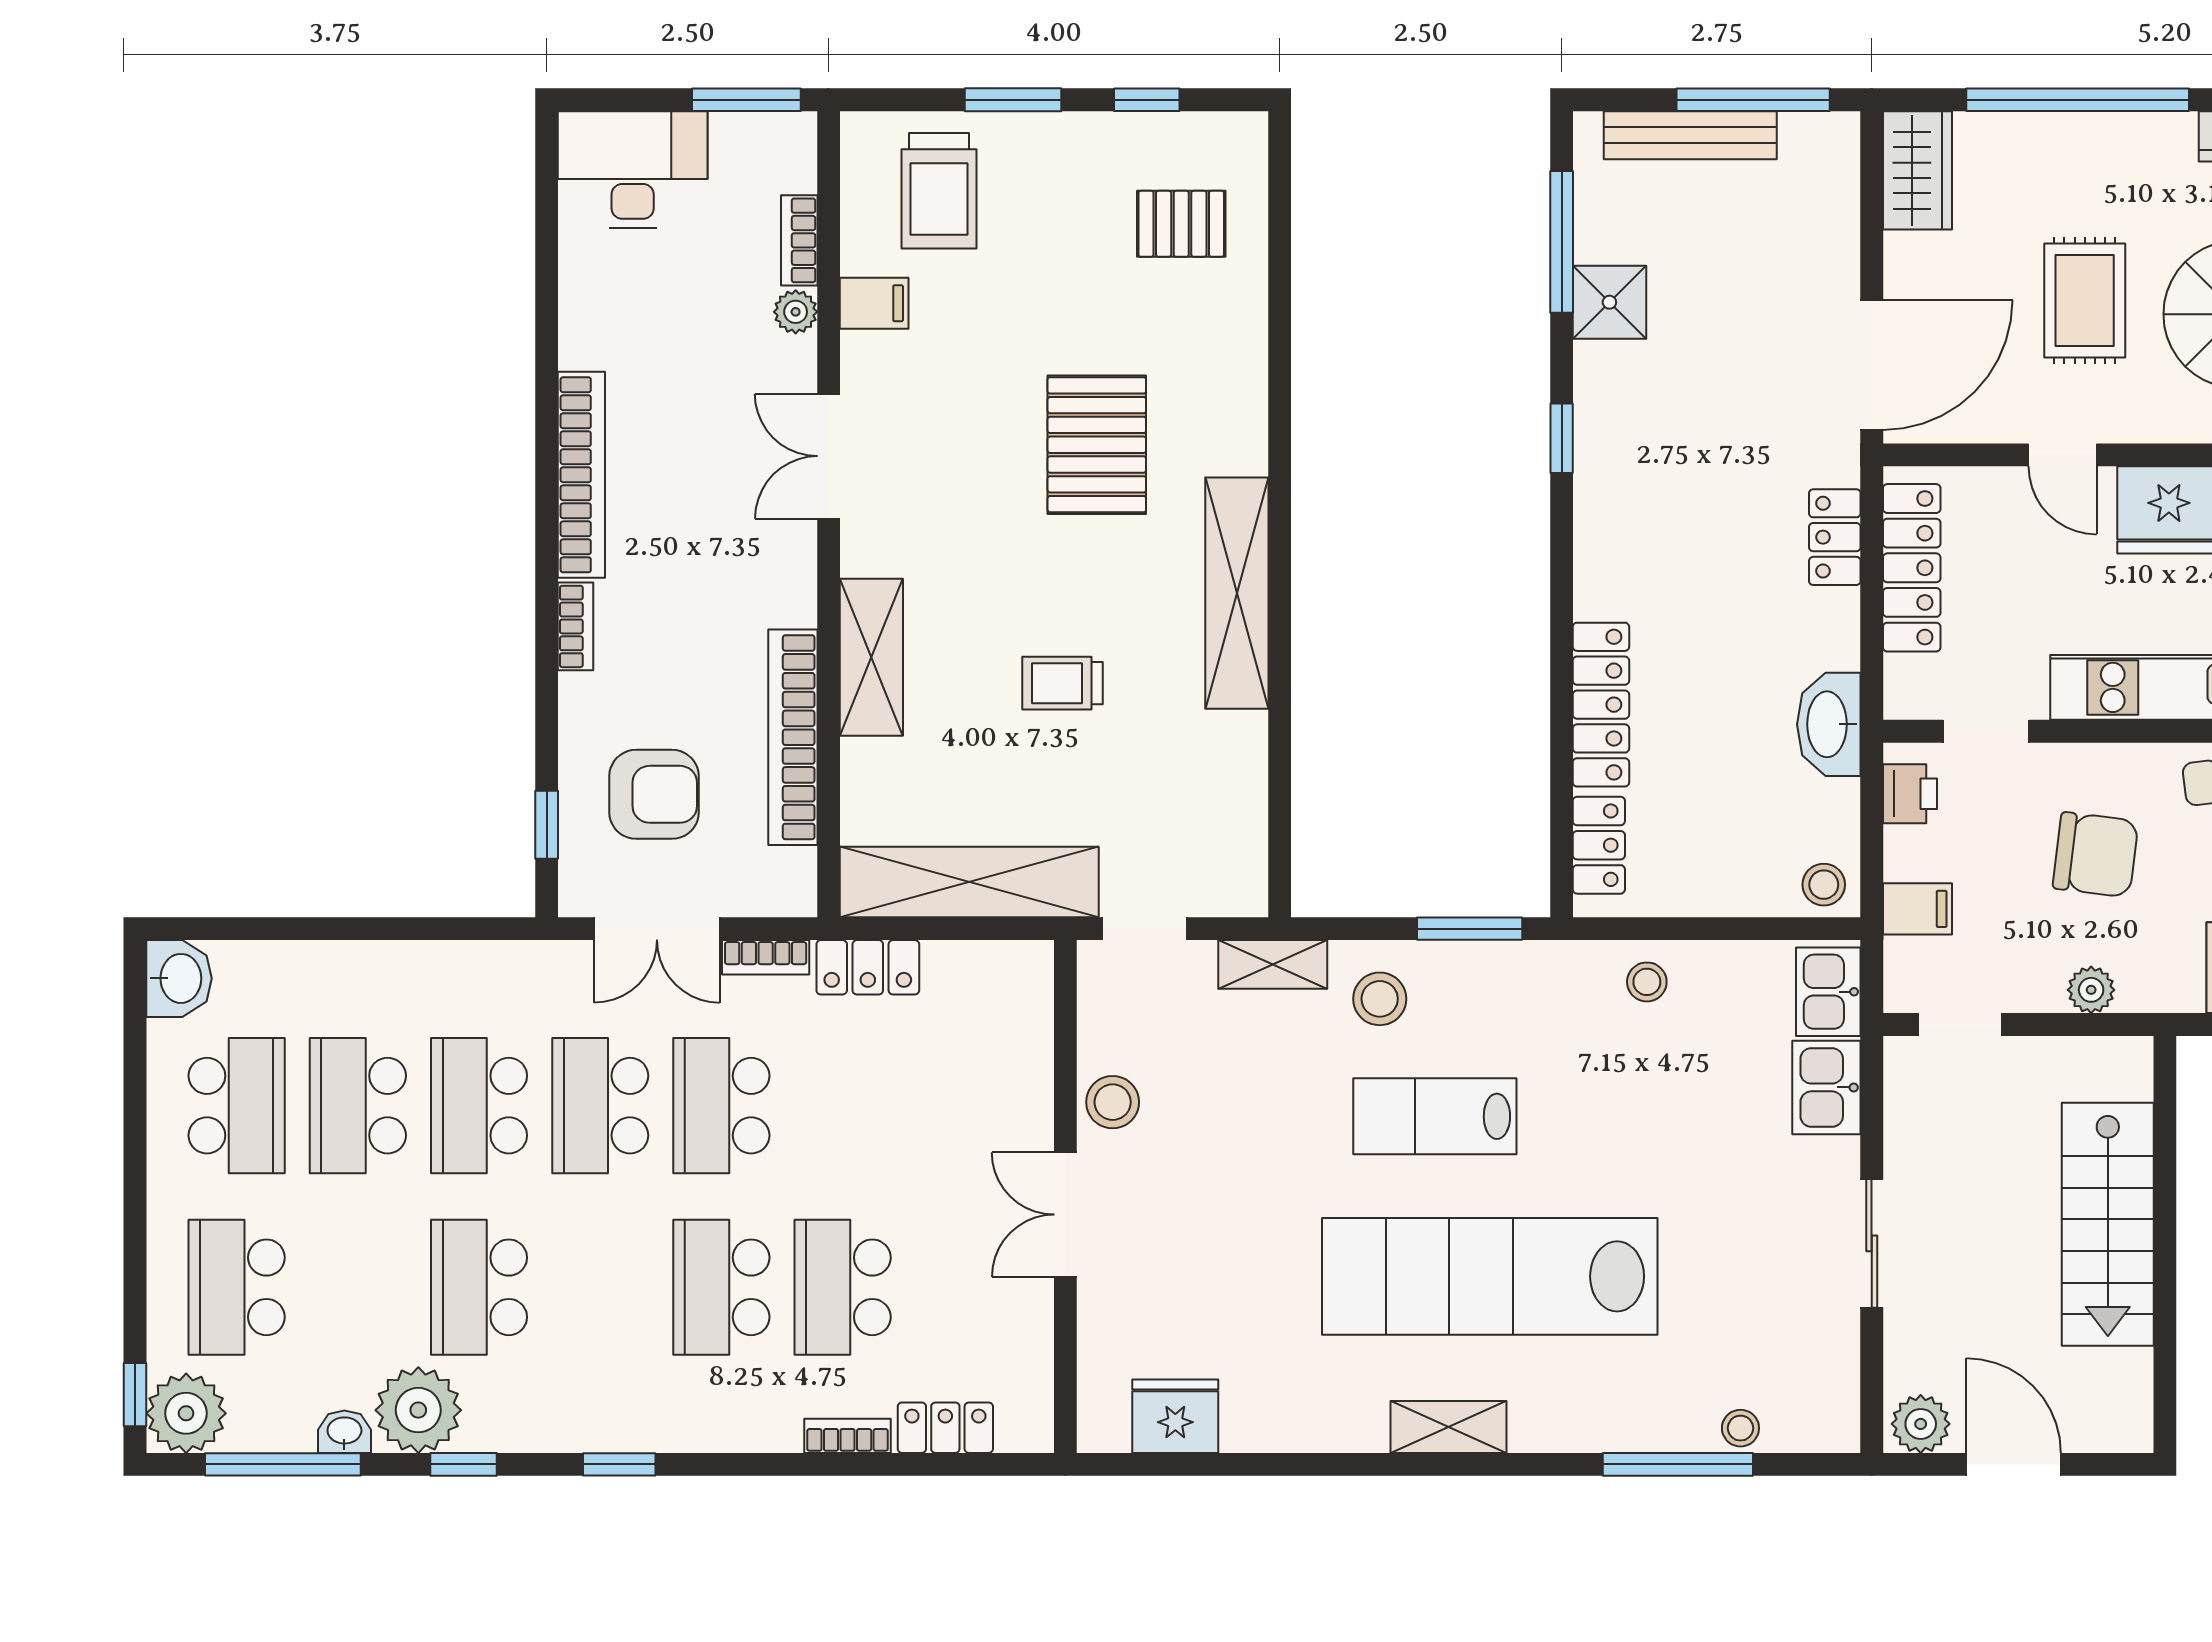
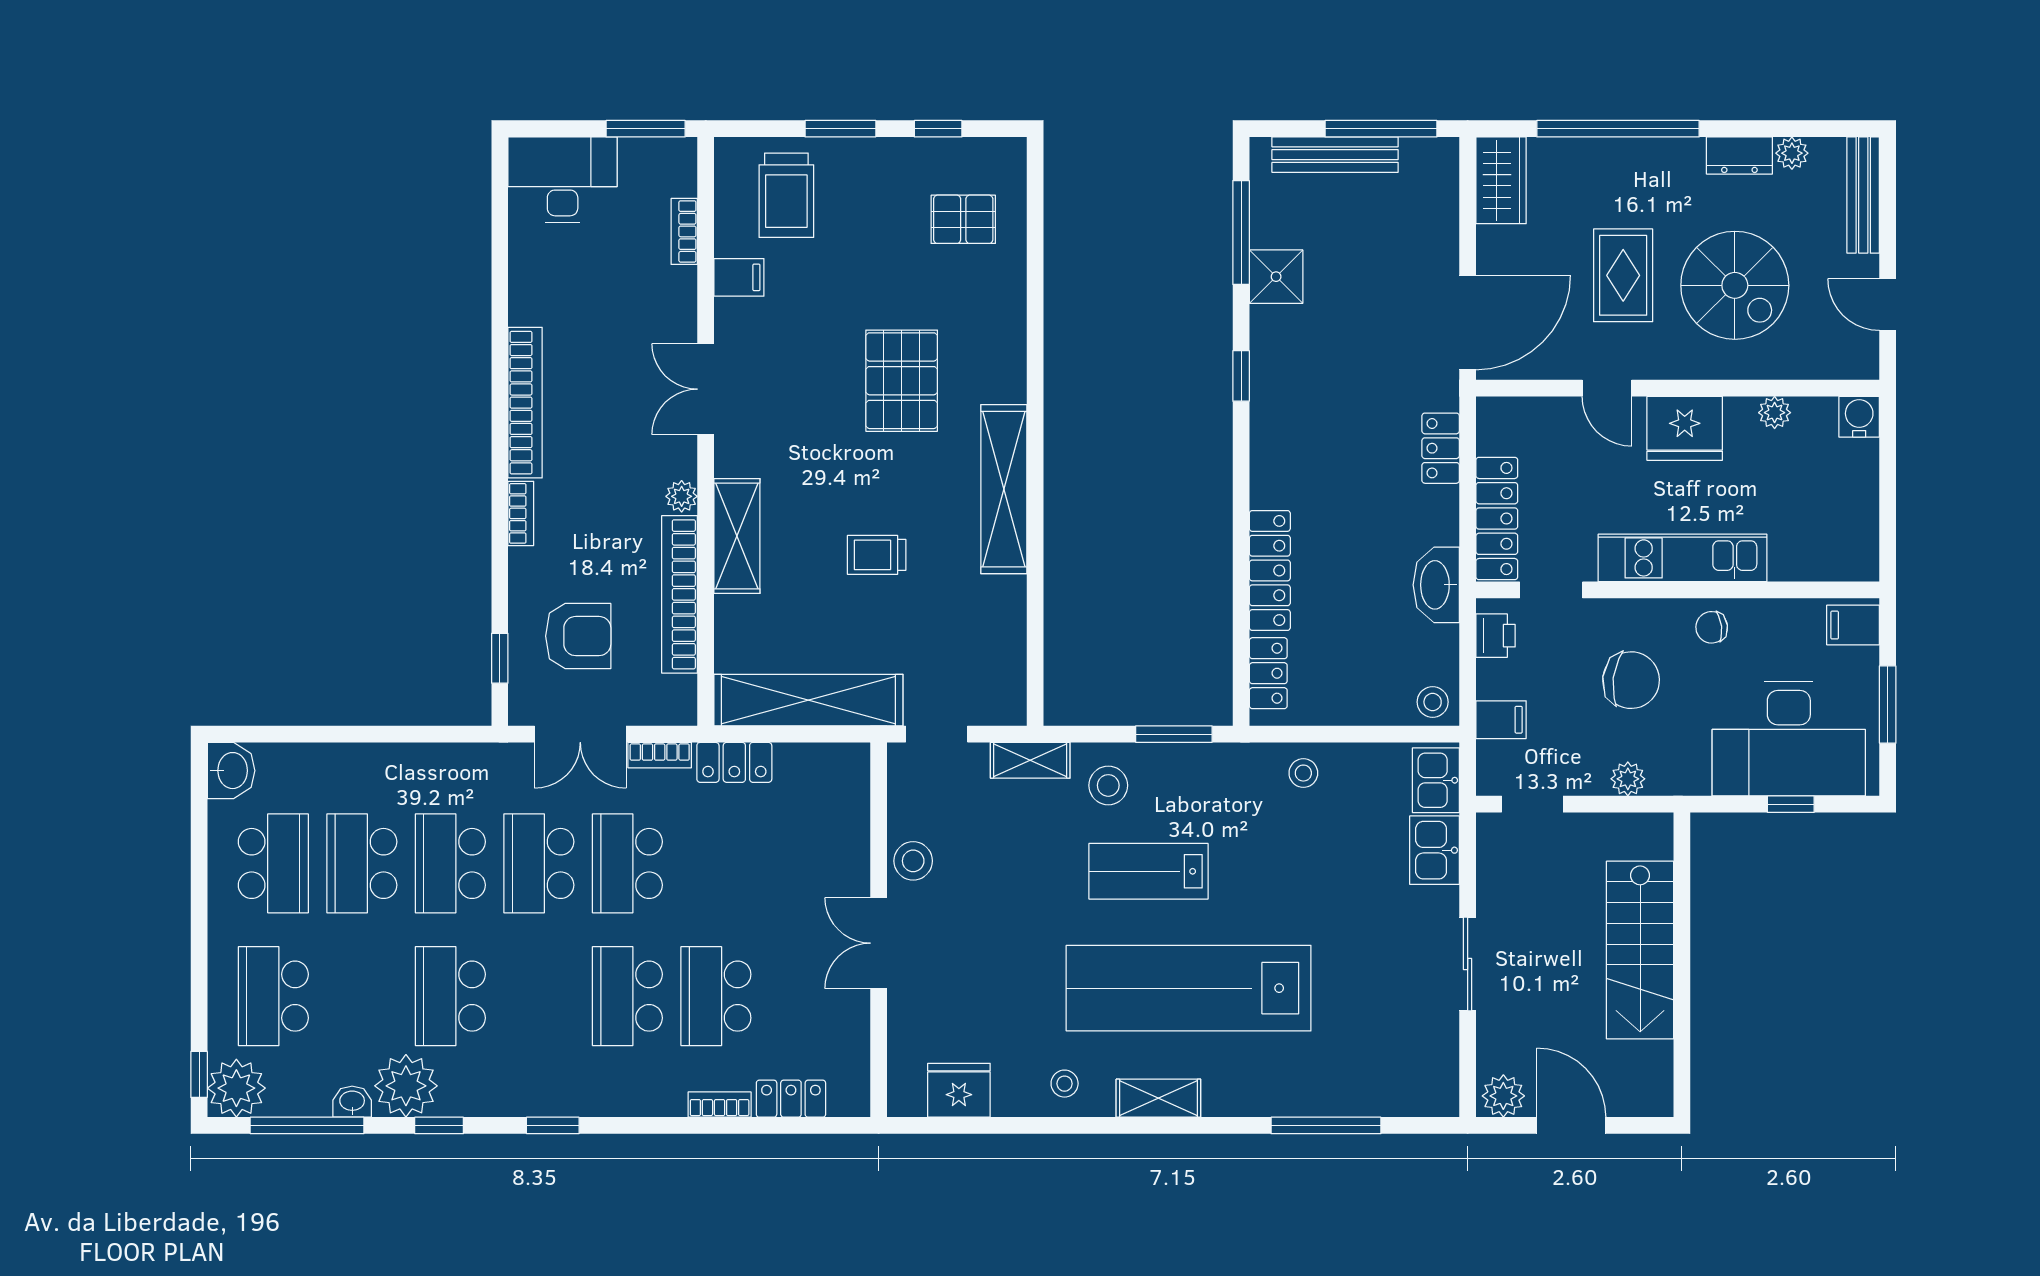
plant: (796, 312) -> (682, 496), moved
locker: (1912, 568) -> (1497, 518), moved
stool: (1740, 1428) -> (1065, 1084), moved

